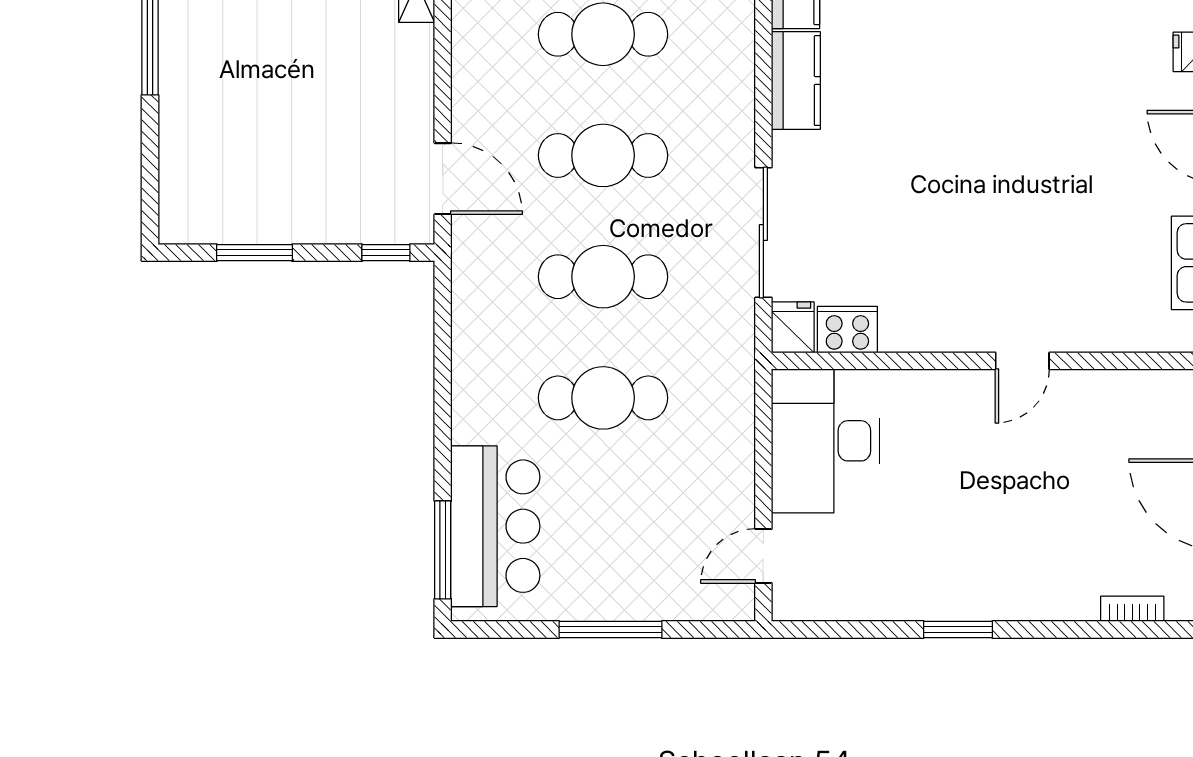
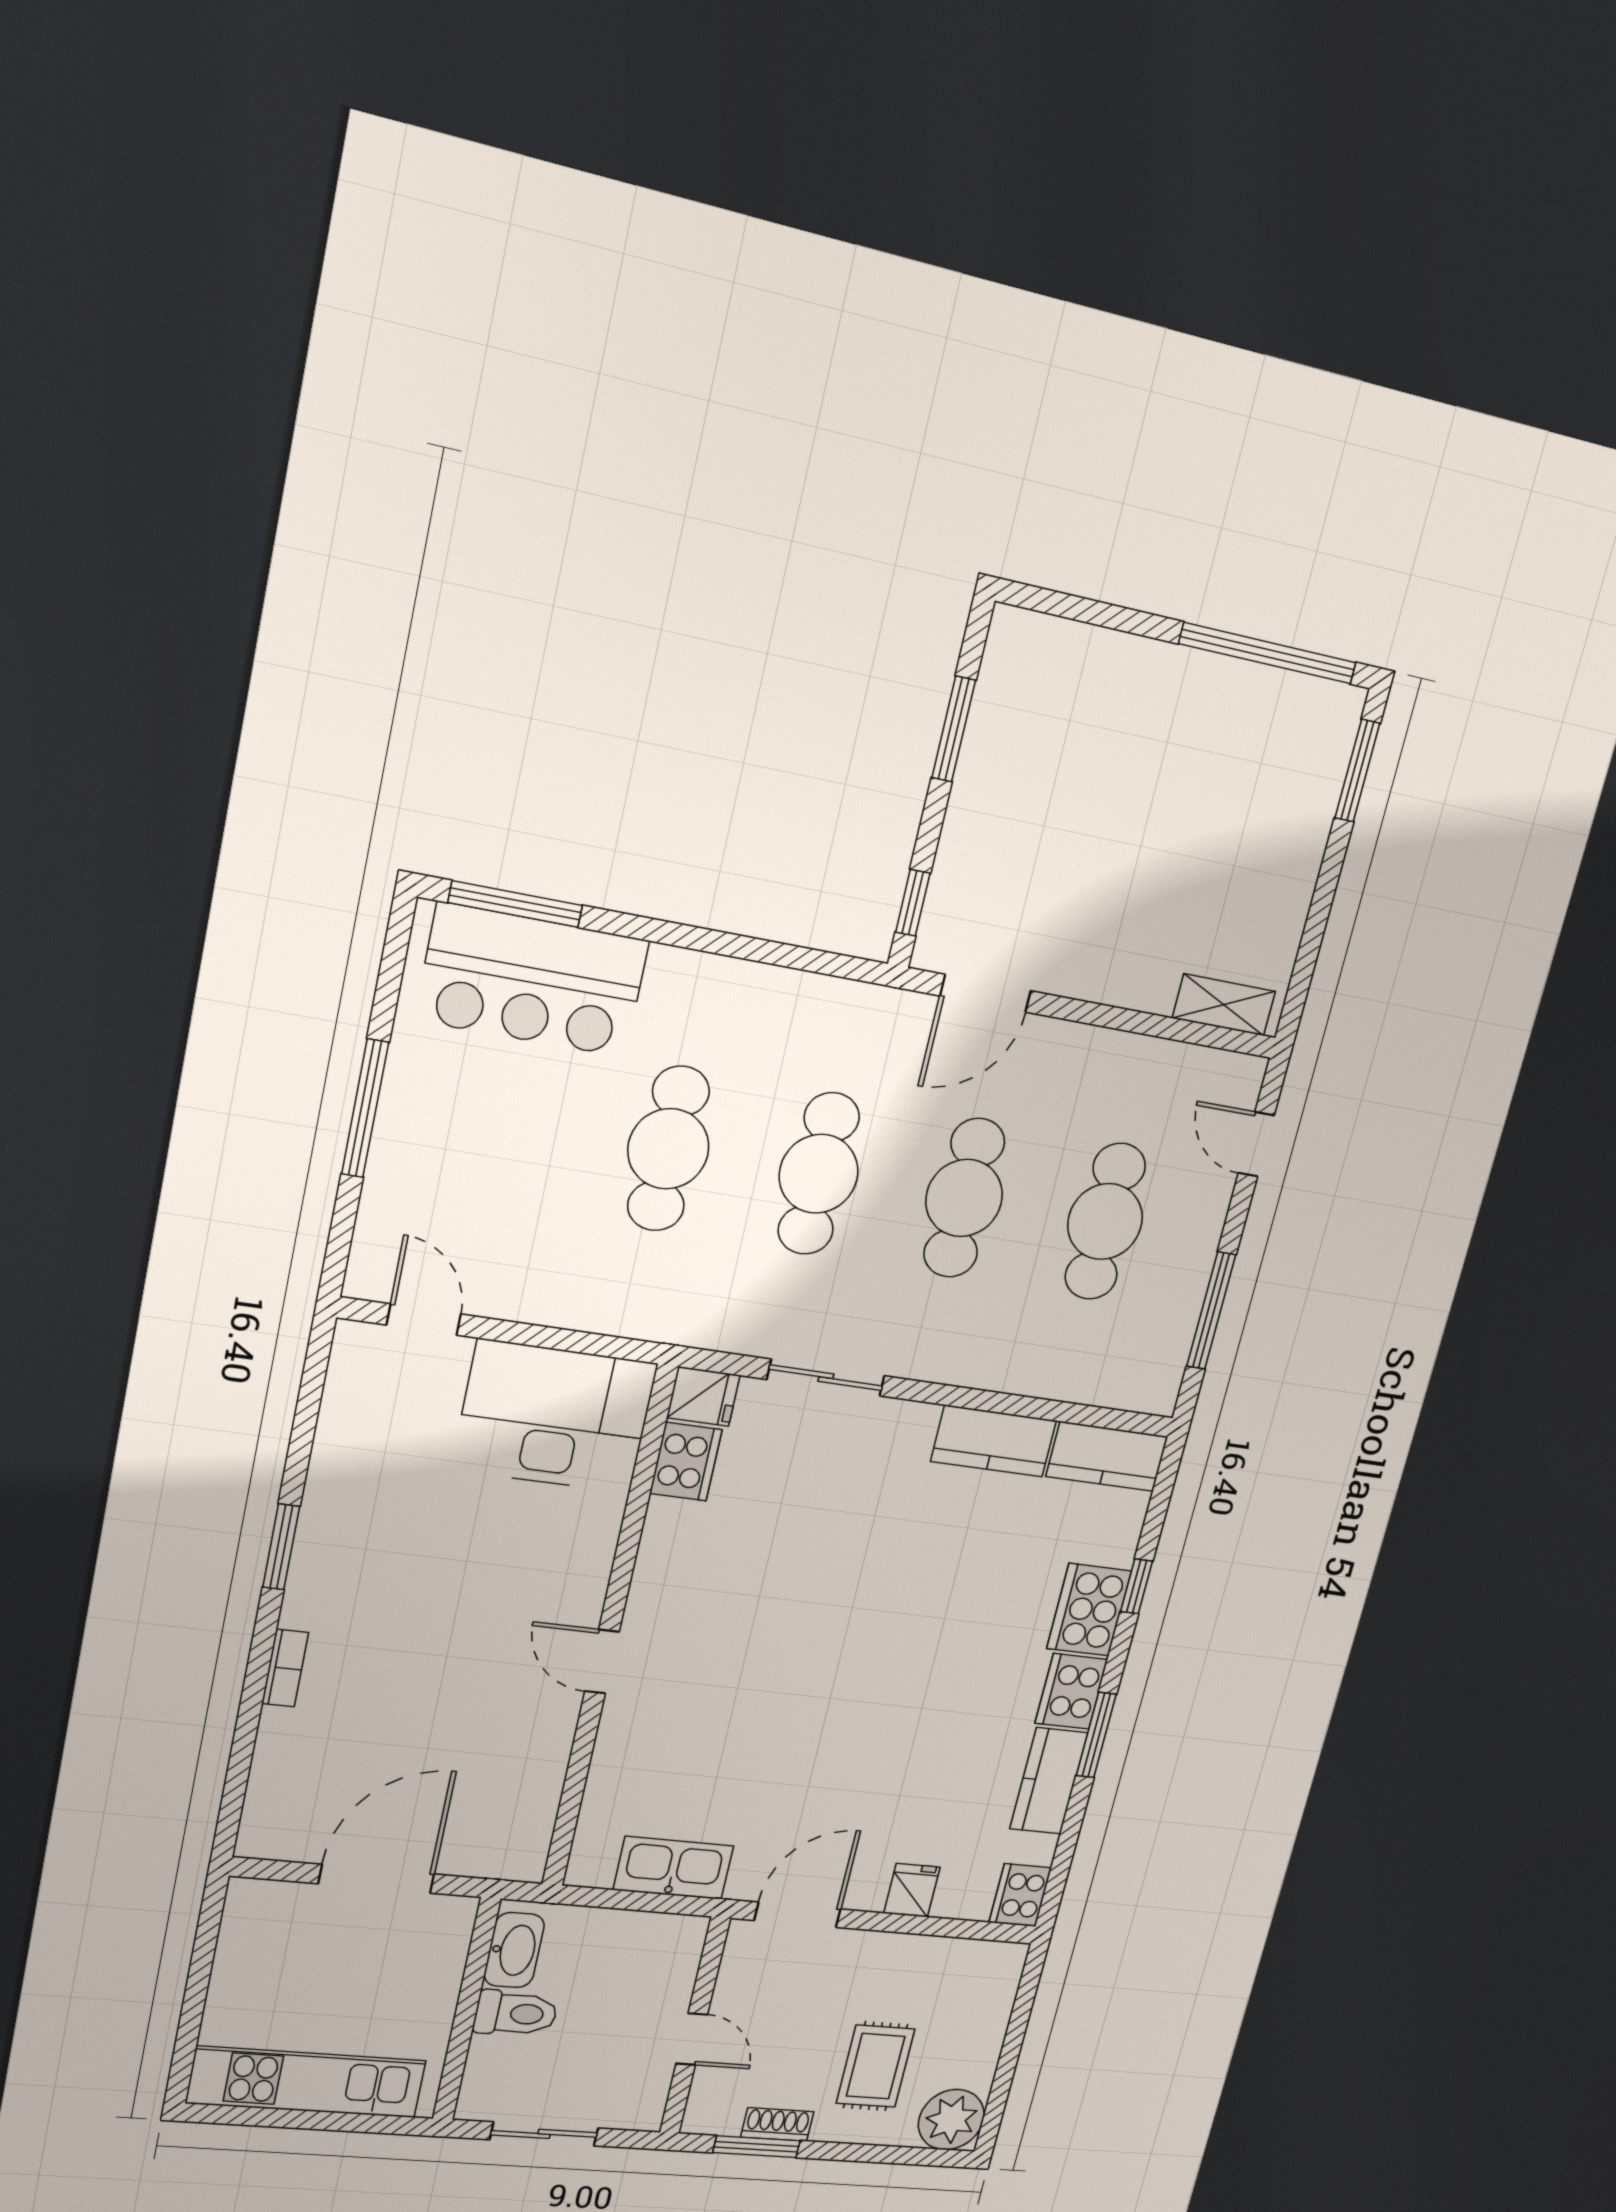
sliding door: (763, 232) -> (826, 1378), width x0.73
bookcase: (1132, 609) -> (285, 1668), moved

